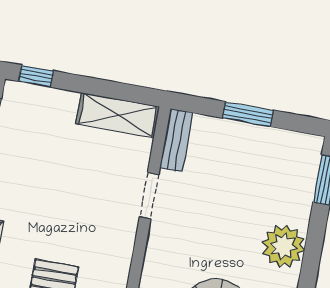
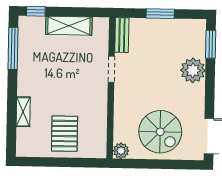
shelving: (118, 115) -> (69, 26), moved
plant: (283, 246) -> (193, 70), moved

